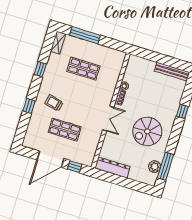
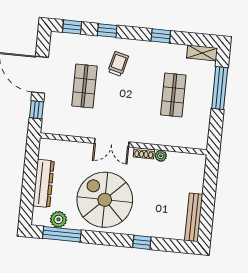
window: (22, 130) -> (72, 27), added
spiral stairs: (147, 131) -> (105, 200), width x1.37, depth x1.37
dresser: (113, 168) -> (44, 183), moved

